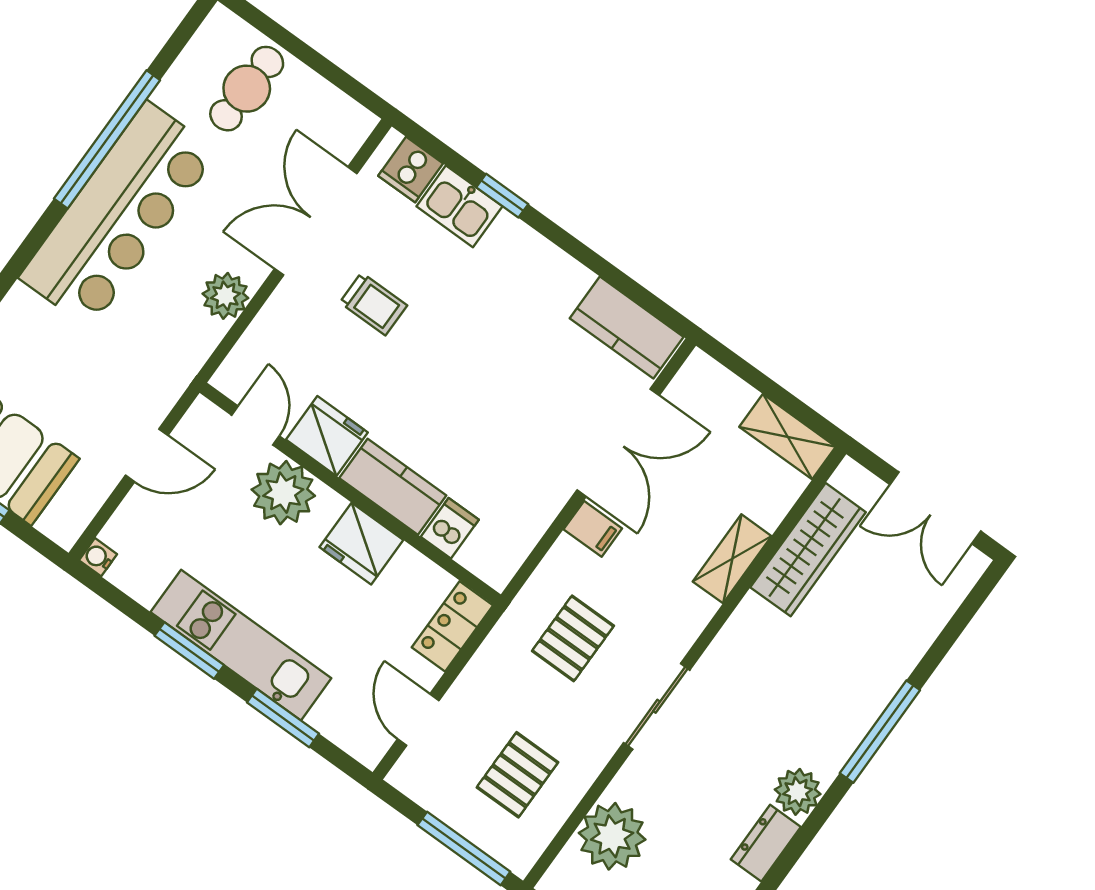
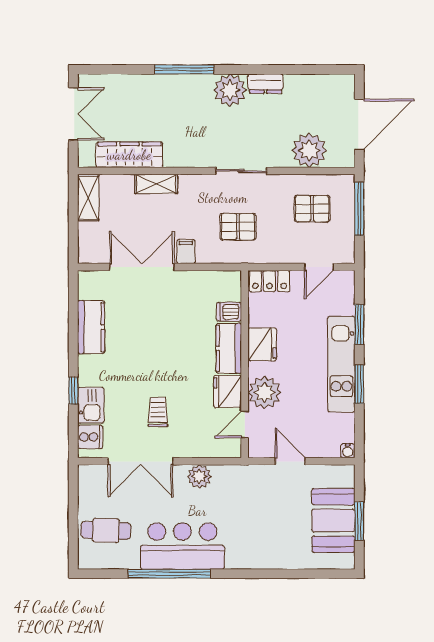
bar counter: (118, 215) -> (182, 546), width x0.73
kitchen counter: (627, 328) -> (91, 327), moved
plant: (798, 792) -> (230, 90), width x1.36, depth x1.36

